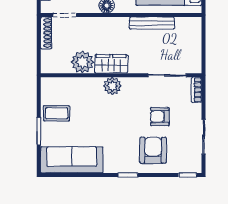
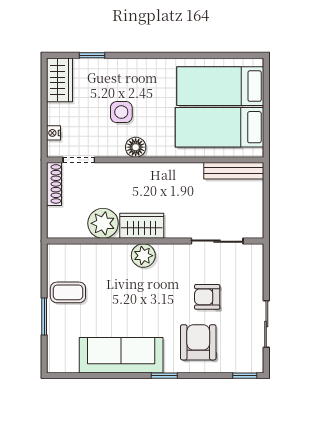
bench: (152, 23) -> (234, 171), moved
bookcase: (197, 90) -> (257, 261), removed
sofa: (72, 160) -> (121, 355), moved

